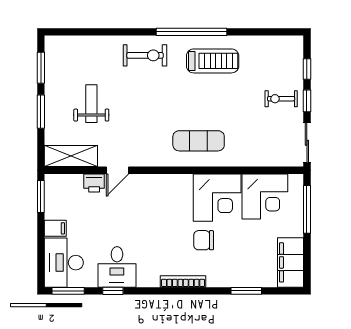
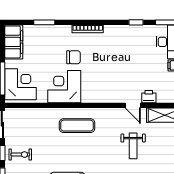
weight bench: (91, 104) -> (133, 146), moved
door: (118, 170) -> (133, 105), swing flipped
corner desk: (265, 196) -> (21, 84), moved, turned 90
desk: (117, 267) -> (133, 39), removed

